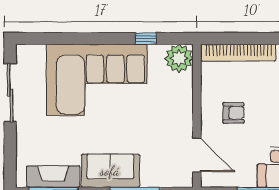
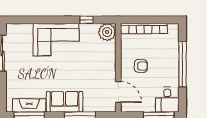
corner sofa: (97, 80) -> (56, 40), width x0.73, depth x0.74

